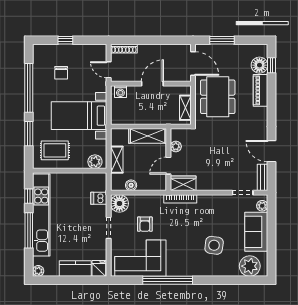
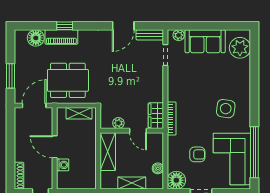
window: (272, 65) -> (65, 26), moved
washing machine: (120, 92) -> (63, 165), moved
side table: (214, 245) -> (226, 109), moved
window: (168, 280) -> (254, 152), moved

